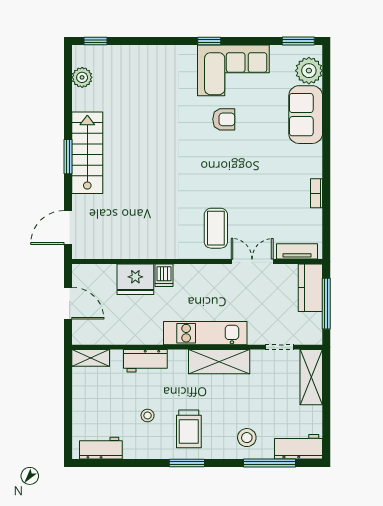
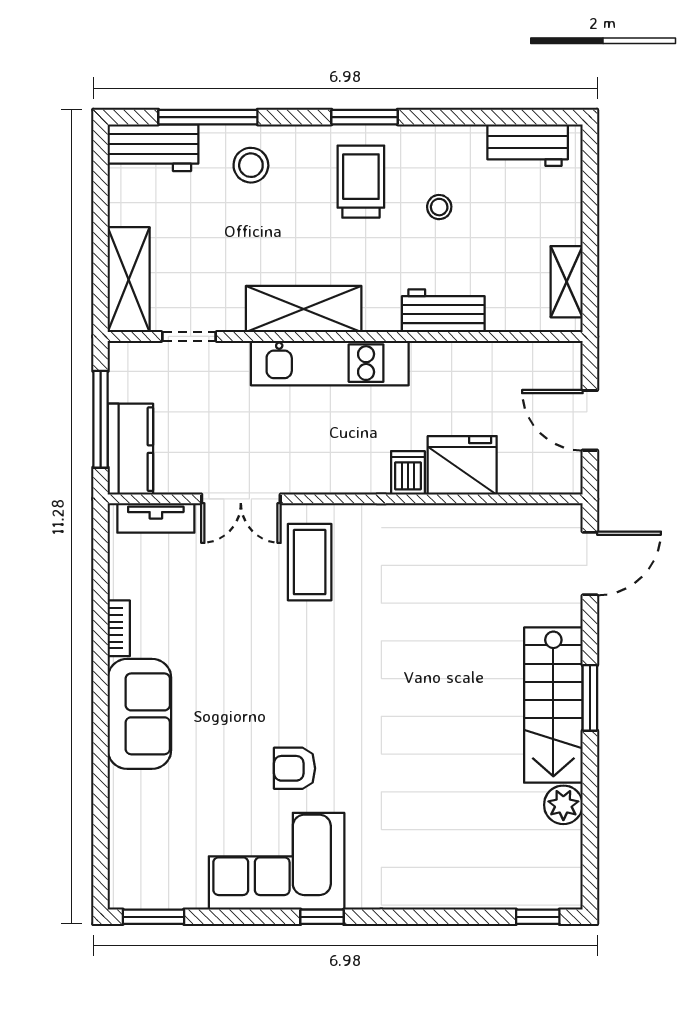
plant: (309, 71) -> (133, 861), removed
plant: (82, 77) -> (563, 805), moved
sofa: (306, 115) -> (139, 714), moved
shelving: (91, 358) -> (567, 282), moved, turned 90

